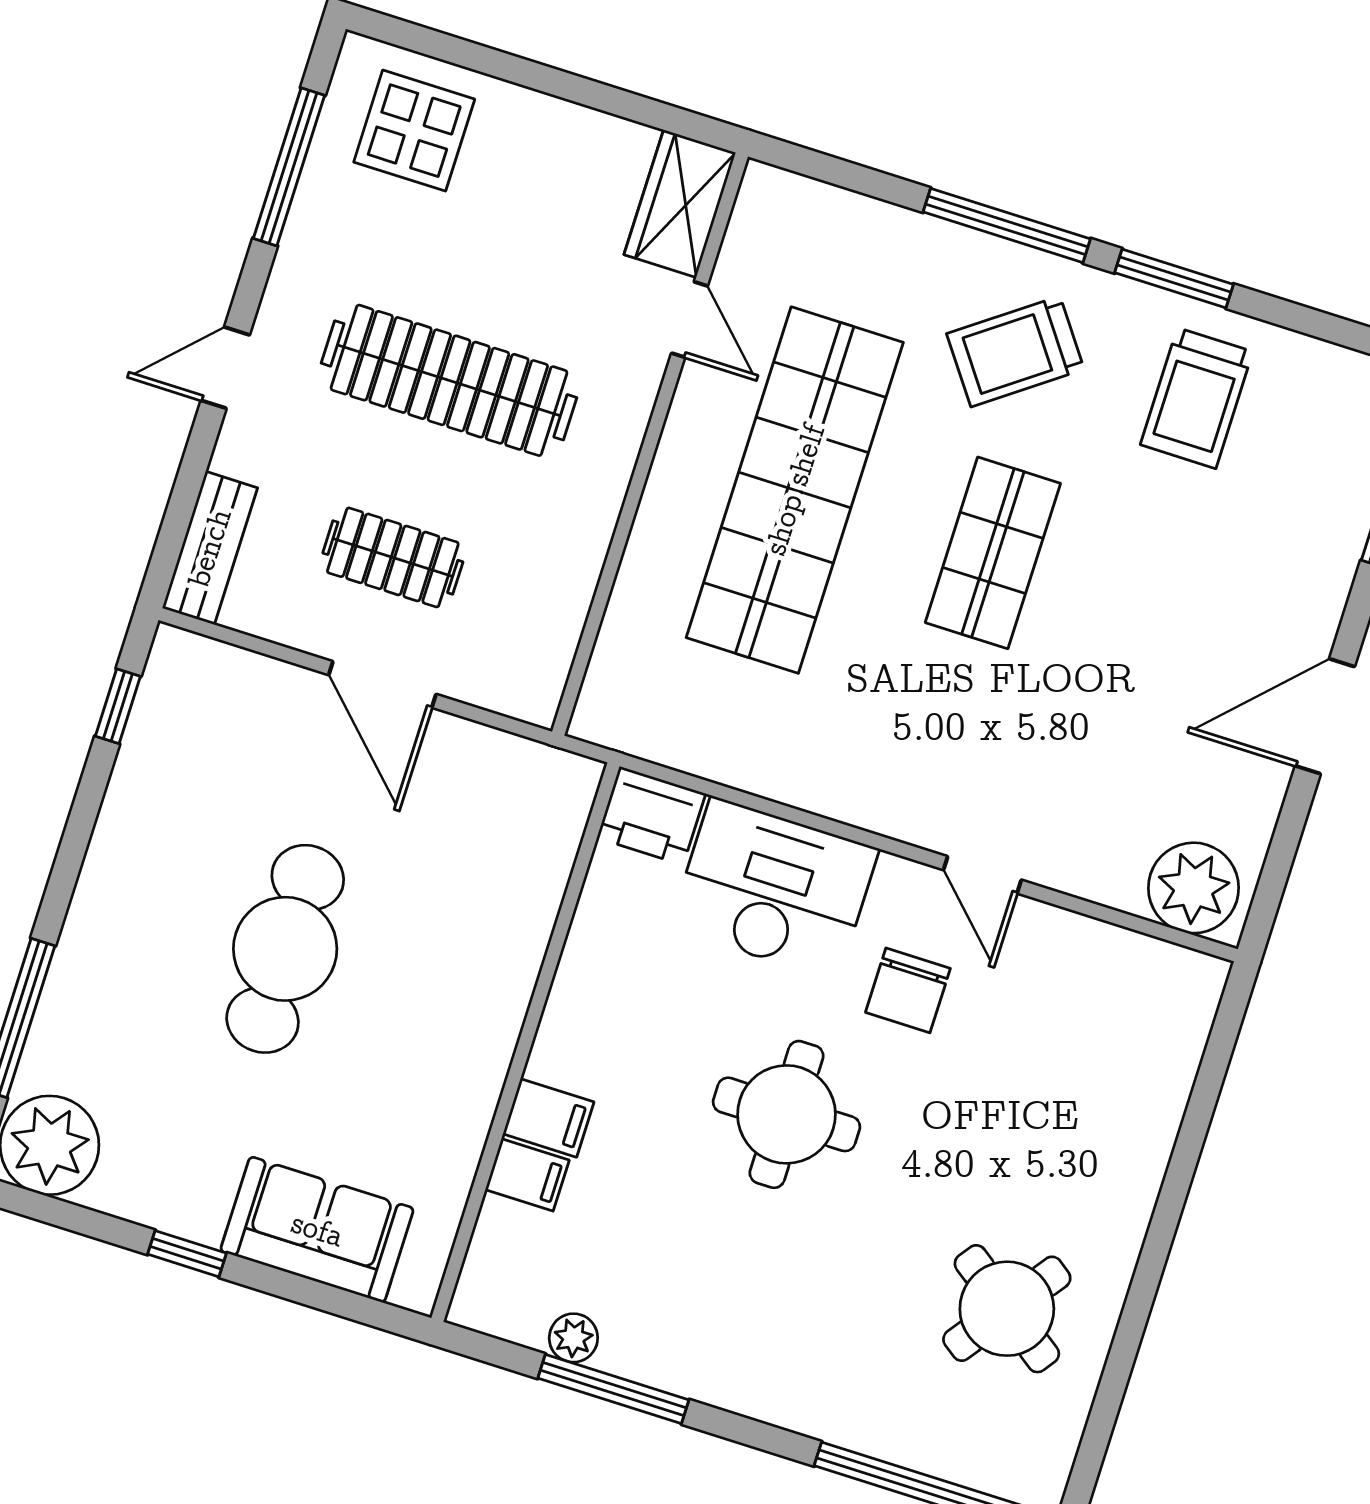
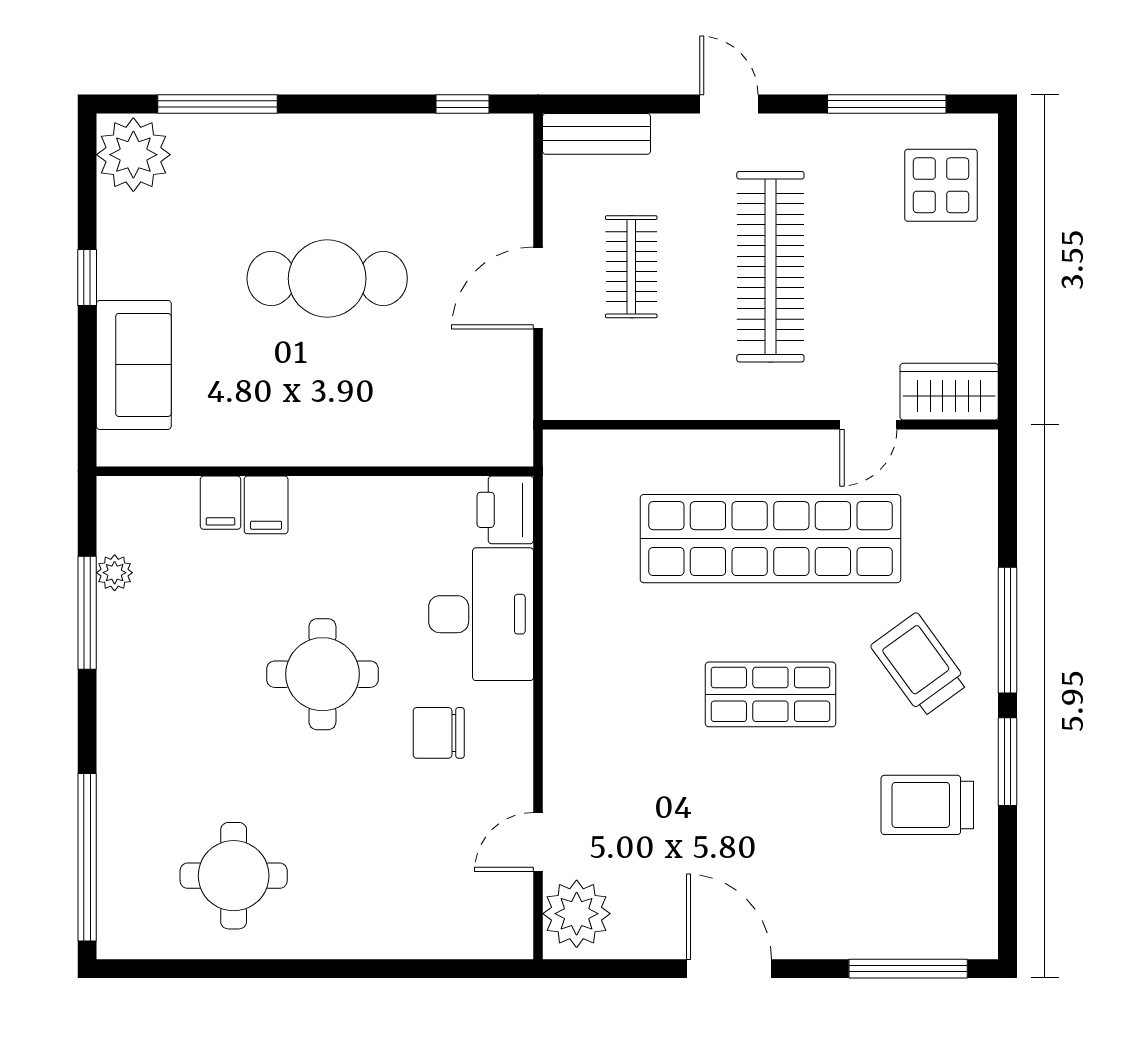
door: (982, 875) -> (538, 842), moved
round table: (1007, 1309) -> (234, 876), turned -36

